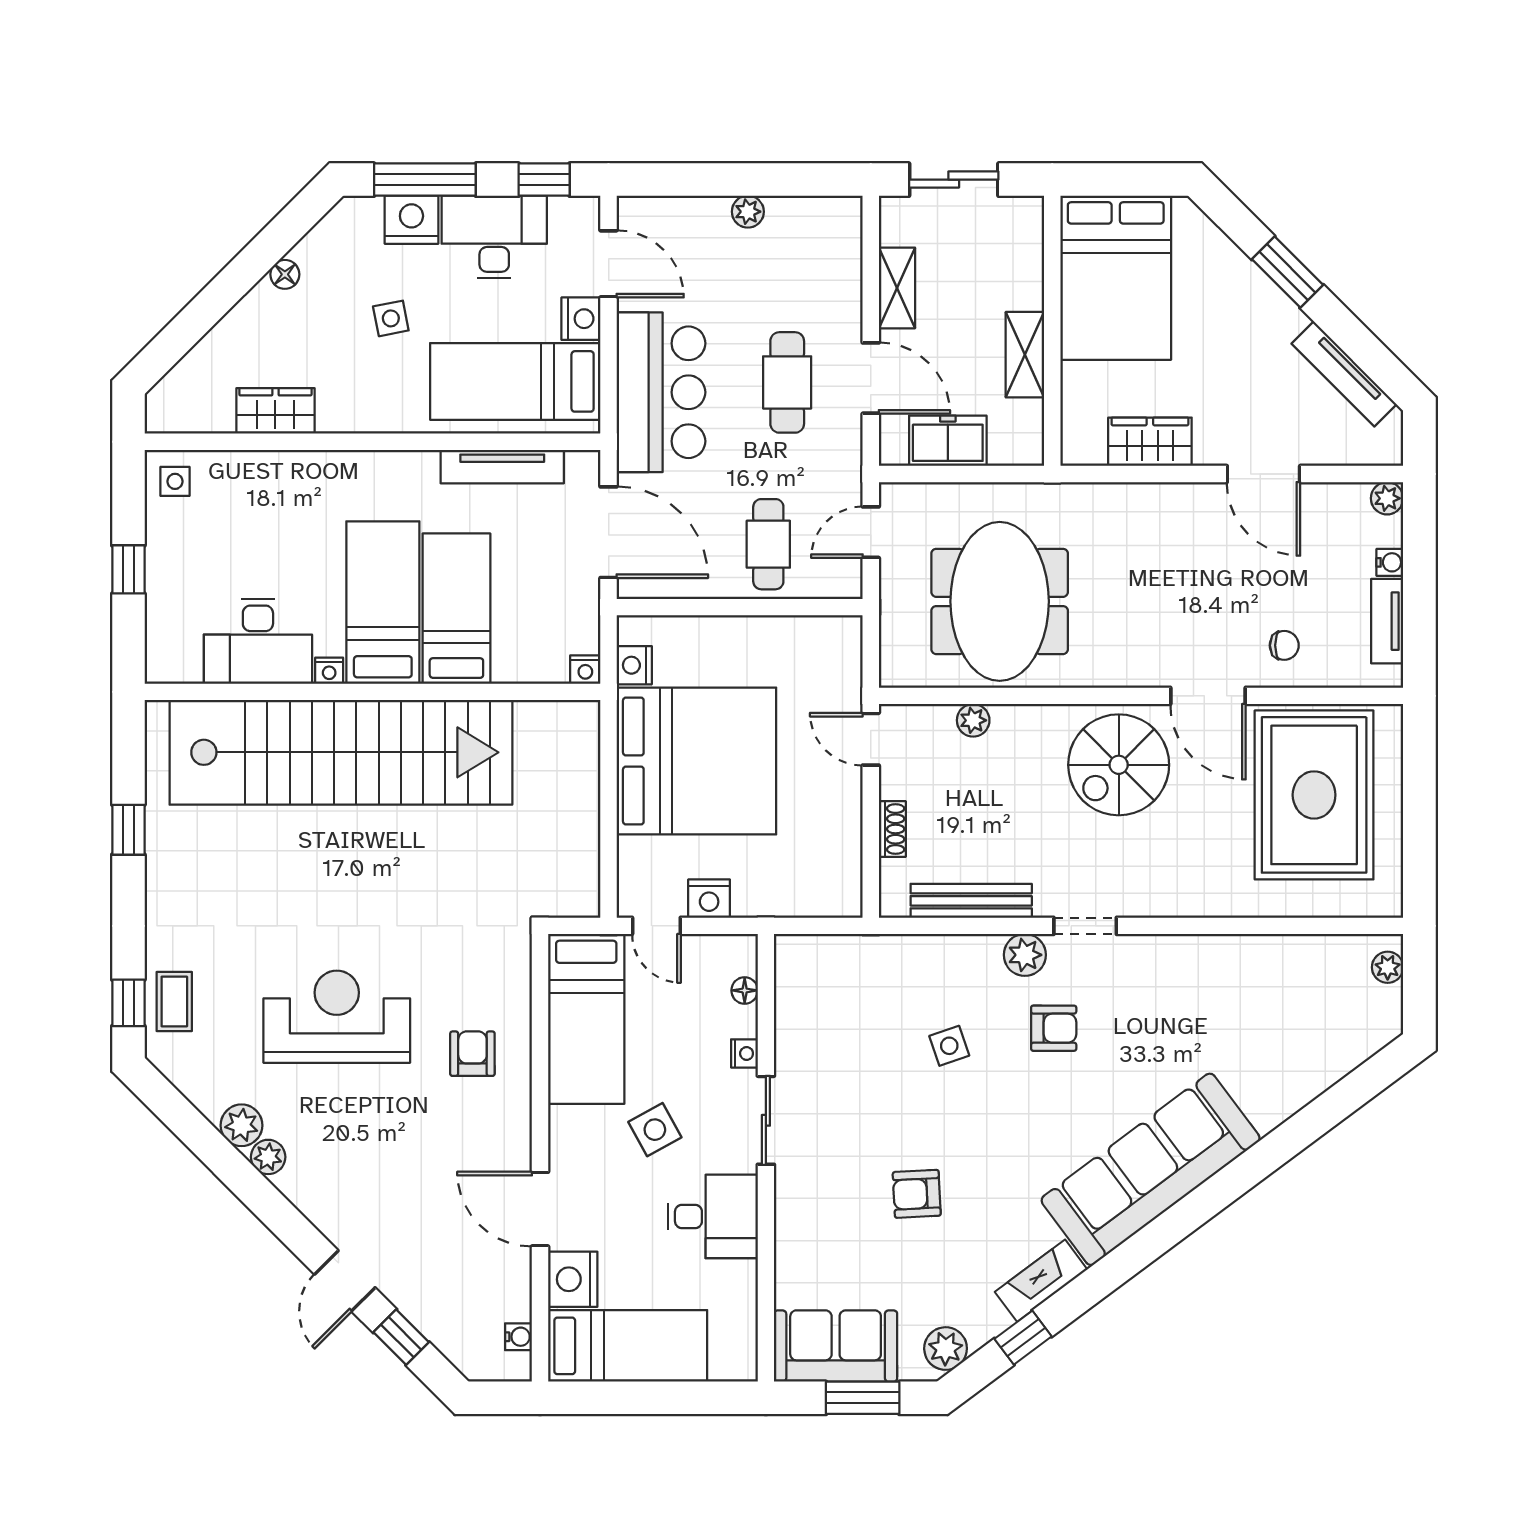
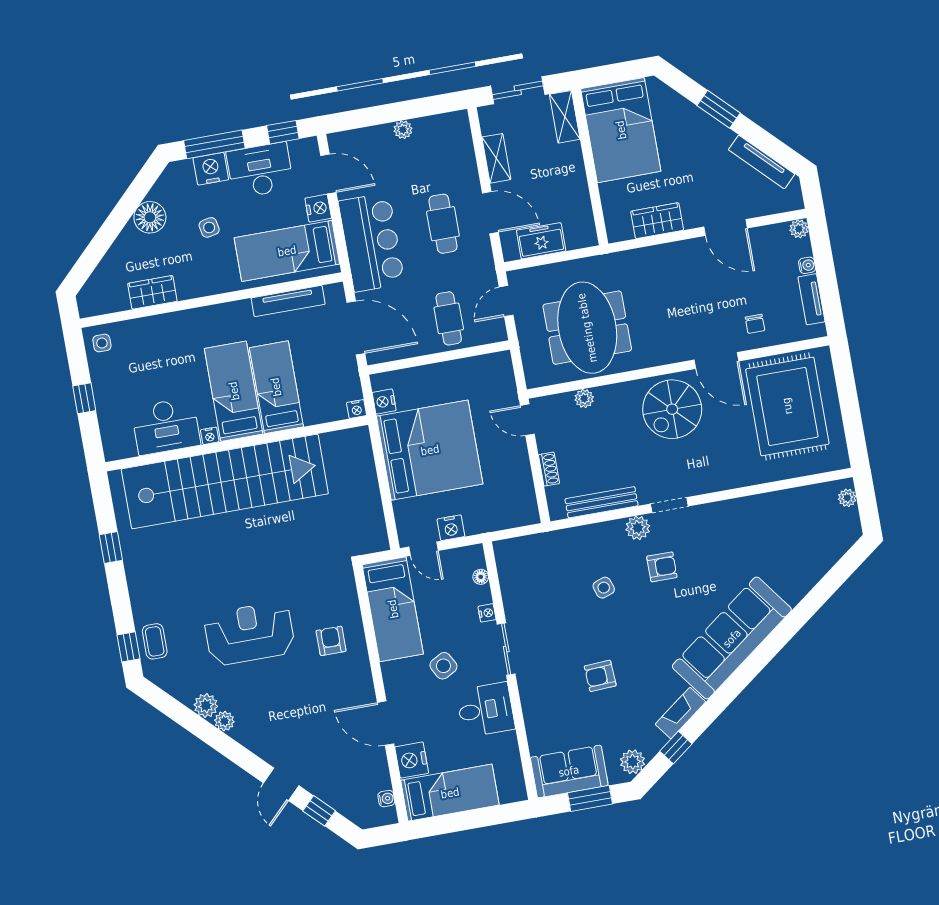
floor lamp: (285, 274) -> (150, 217), width x1.89, depth x1.89
shelving: (1025, 355) -> (565, 117), moved
chair: (1284, 645) -> (755, 324), turned 90

